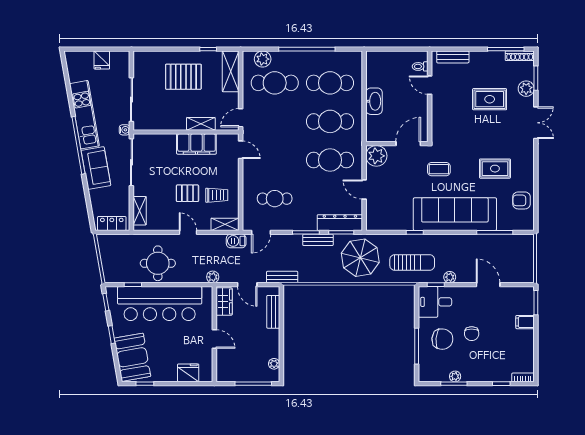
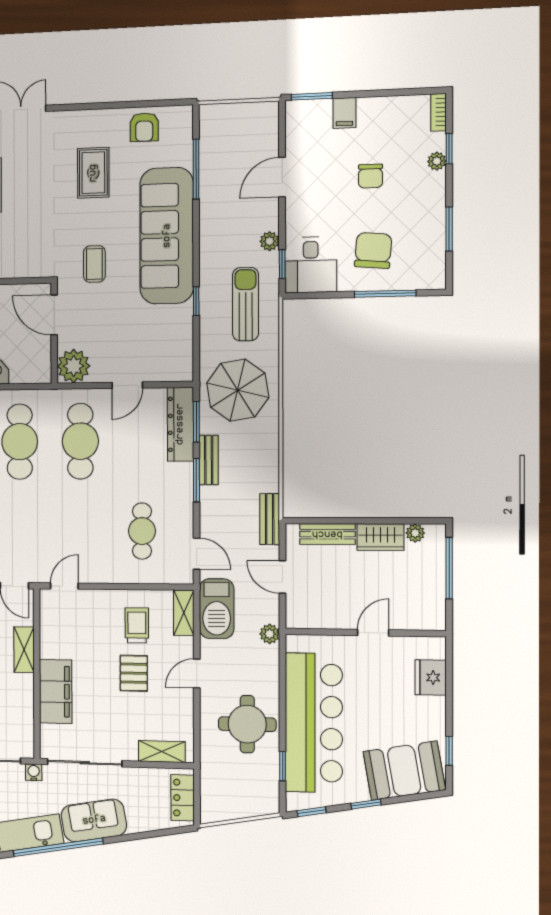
filing cabinet: (196, 144) -> (56, 691), moved
barbecue: (236, 241) -> (217, 609), width x1.88, depth x1.53
door: (247, 285) -> (282, 577), swing flipped
wardrobe: (224, 302) -> (380, 537), moved, turned 180
chair: (472, 334) -> (371, 176), moved, turned 90
plant: (455, 376) -> (437, 161), moved

